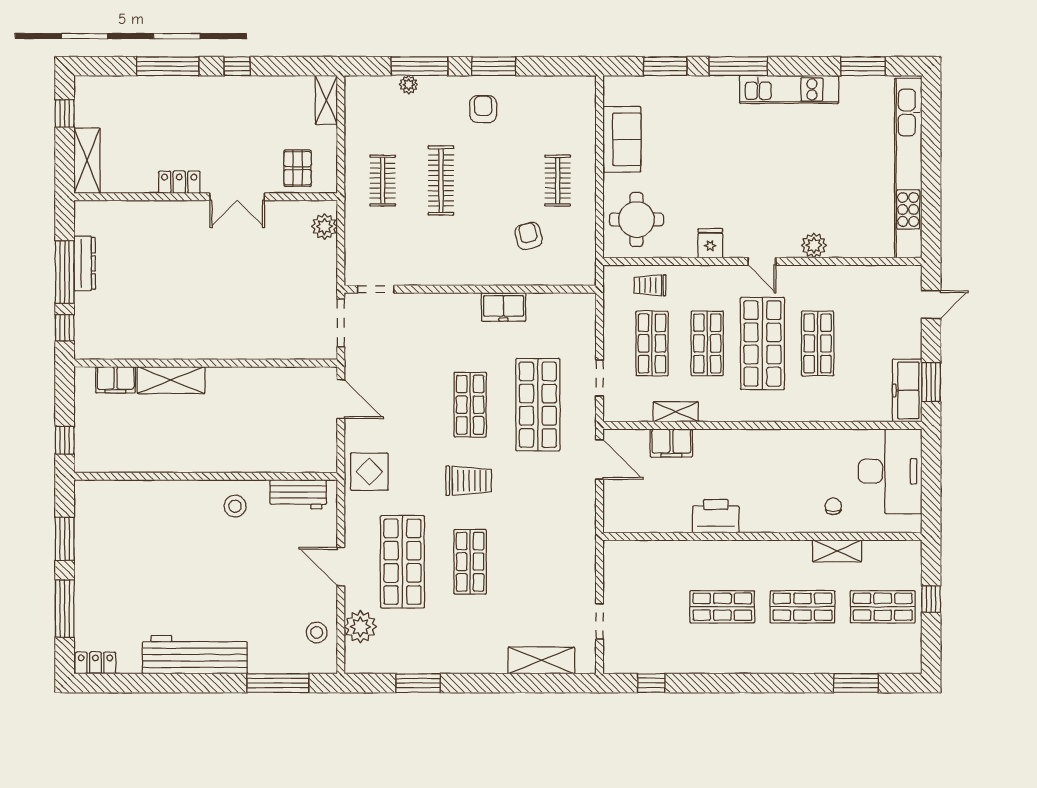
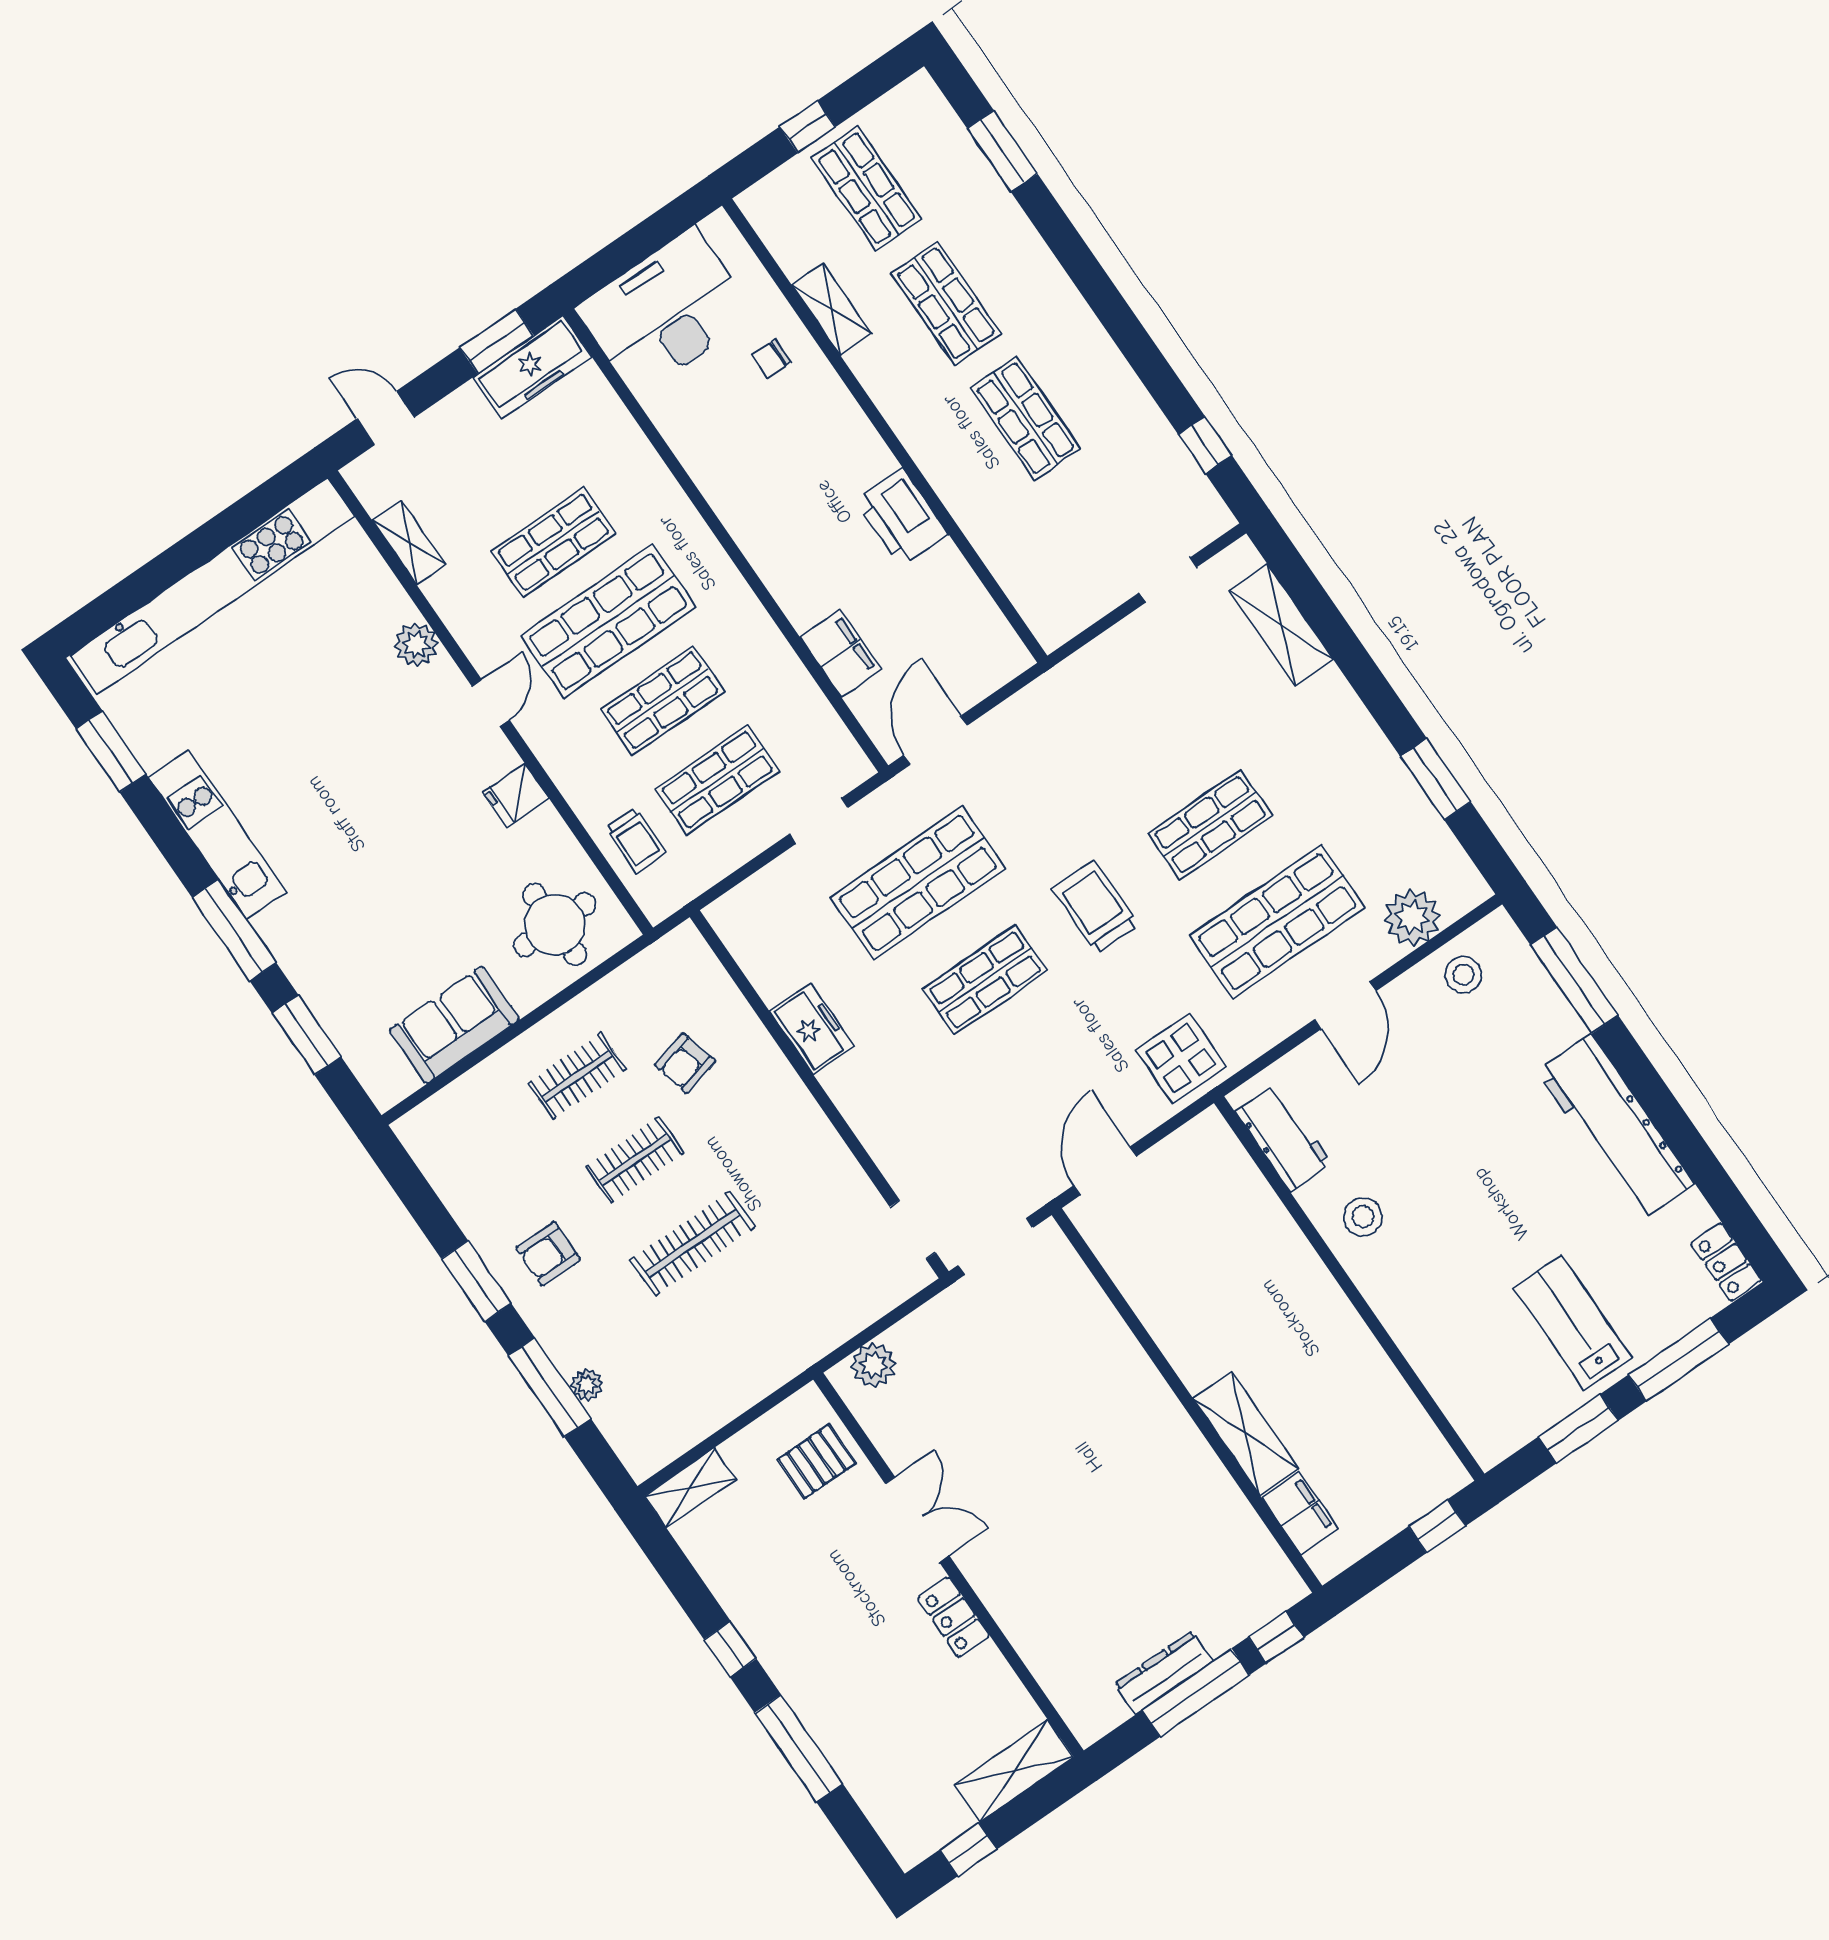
clothes rail: (383, 181) -> (635, 1160), moved
shelving: (676, 412) -> (409, 542), moved
lab bench: (117, 571) -> (1573, 1323), added

